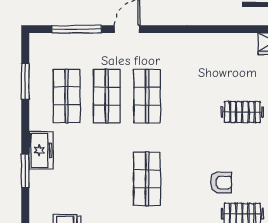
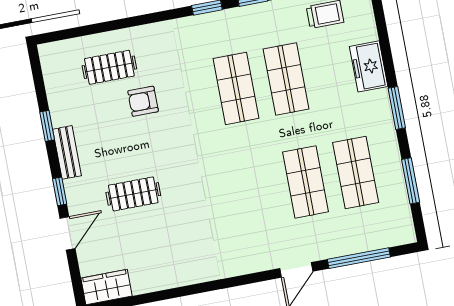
shop shelf: (147, 96) -> (286, 79), moved
freezer: (41, 150) -> (369, 66), moved
window: (25, 171) -> (397, 108), moved

